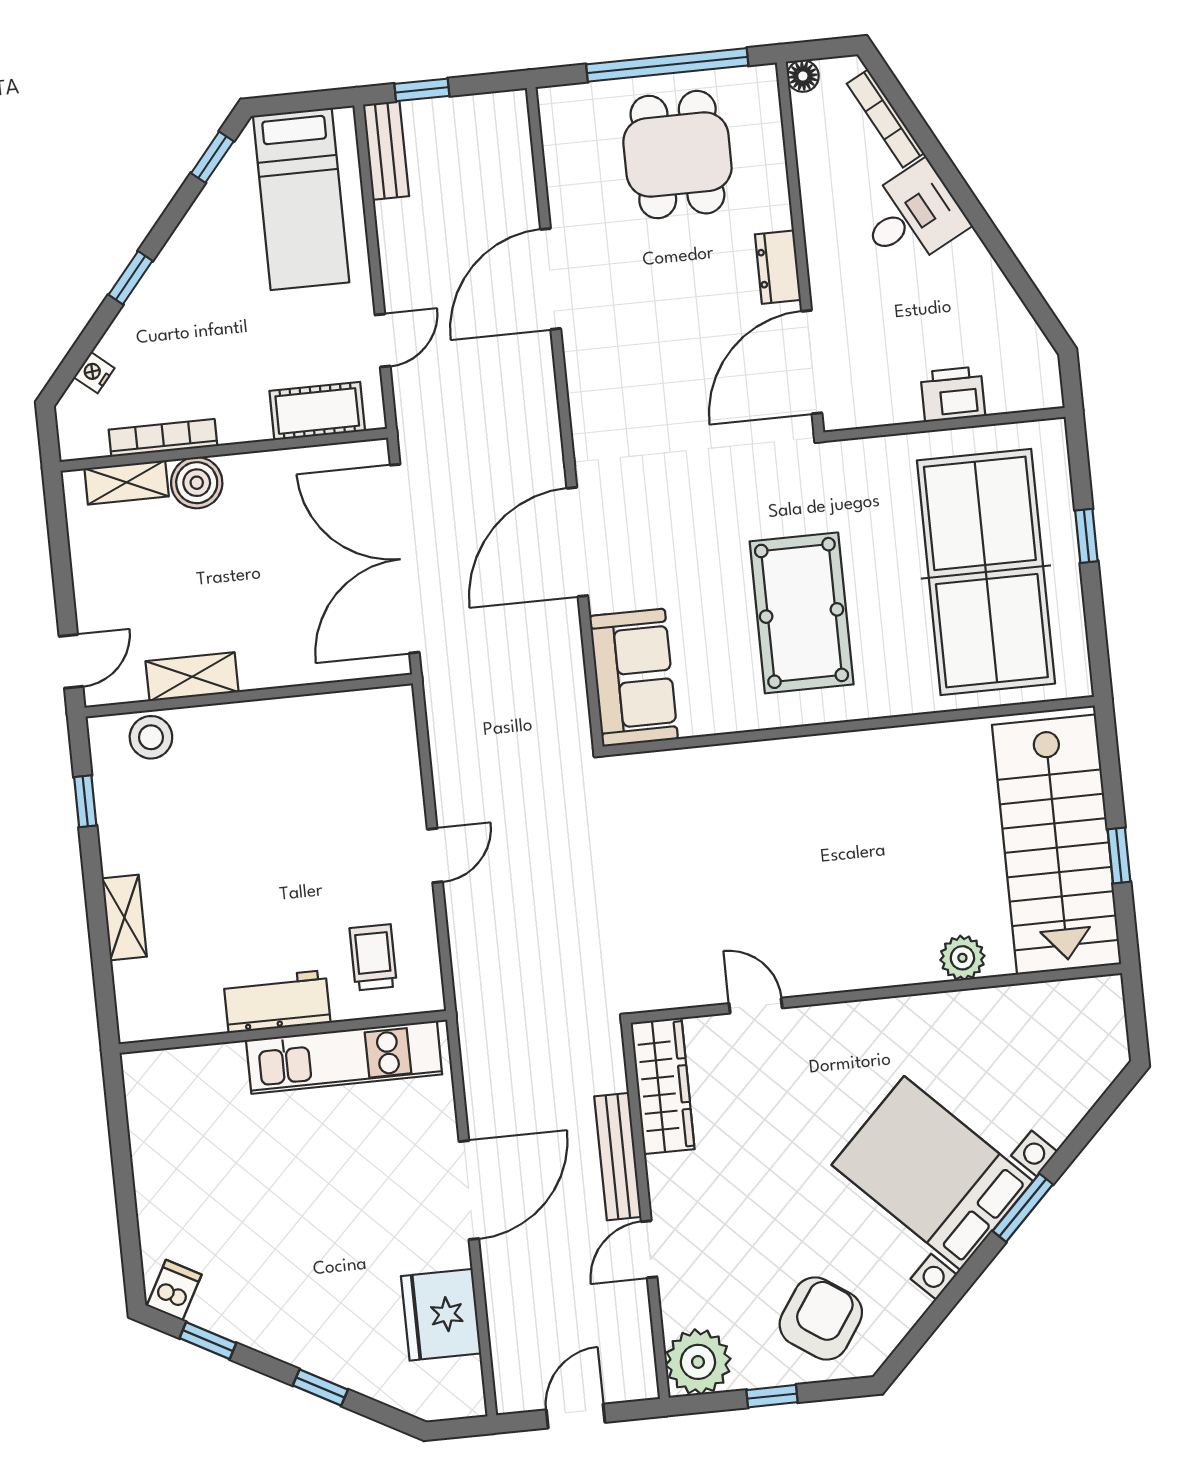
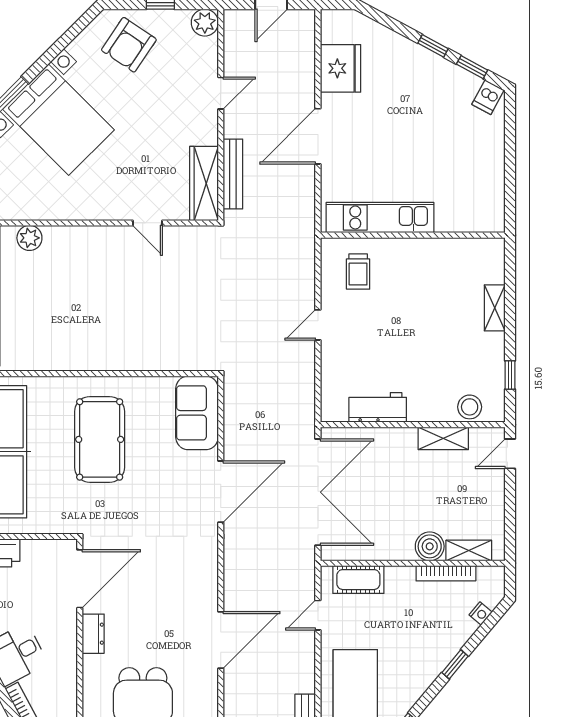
workbench: (277, 1002) -> (378, 407), moved, turned 180
bench: (618, 1157) -> (233, 174), moved
plant: (698, 1362) -> (205, 23), width x0.73, depth x0.73
window: (320, 1388) -> (433, 46), moved

